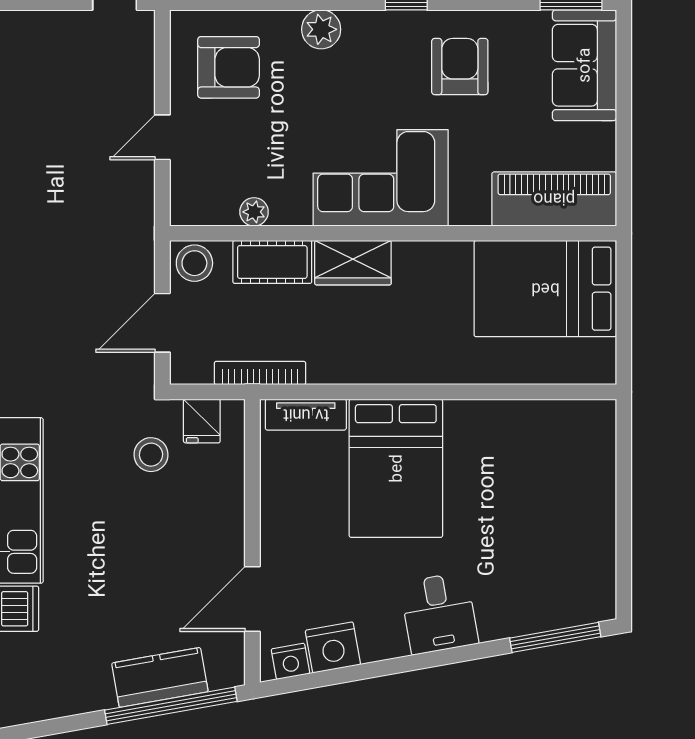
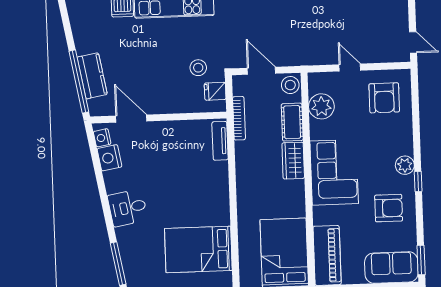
plant: (321, 29) -> (405, 165), moved
plant: (254, 212) -> (321, 106), width x1.88, depth x1.88
bed: (396, 468) -> (198, 250), moved

